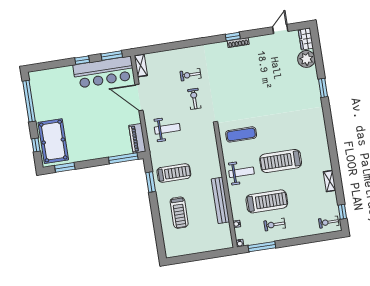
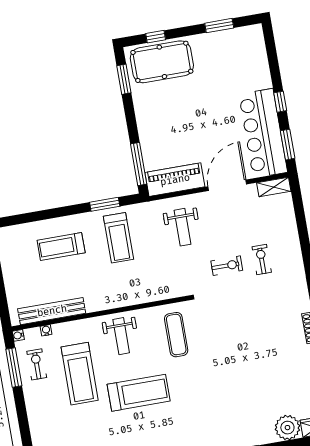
window: (29, 101) -> (219, 26), width x0.47
piano: (137, 138) -> (175, 180), width x1.37, depth x1.33
treadmill: (281, 161) -> (139, 393), turned 90
bench: (220, 200) -> (52, 311), moved
exercise bike: (275, 225) -> (37, 364), moved

